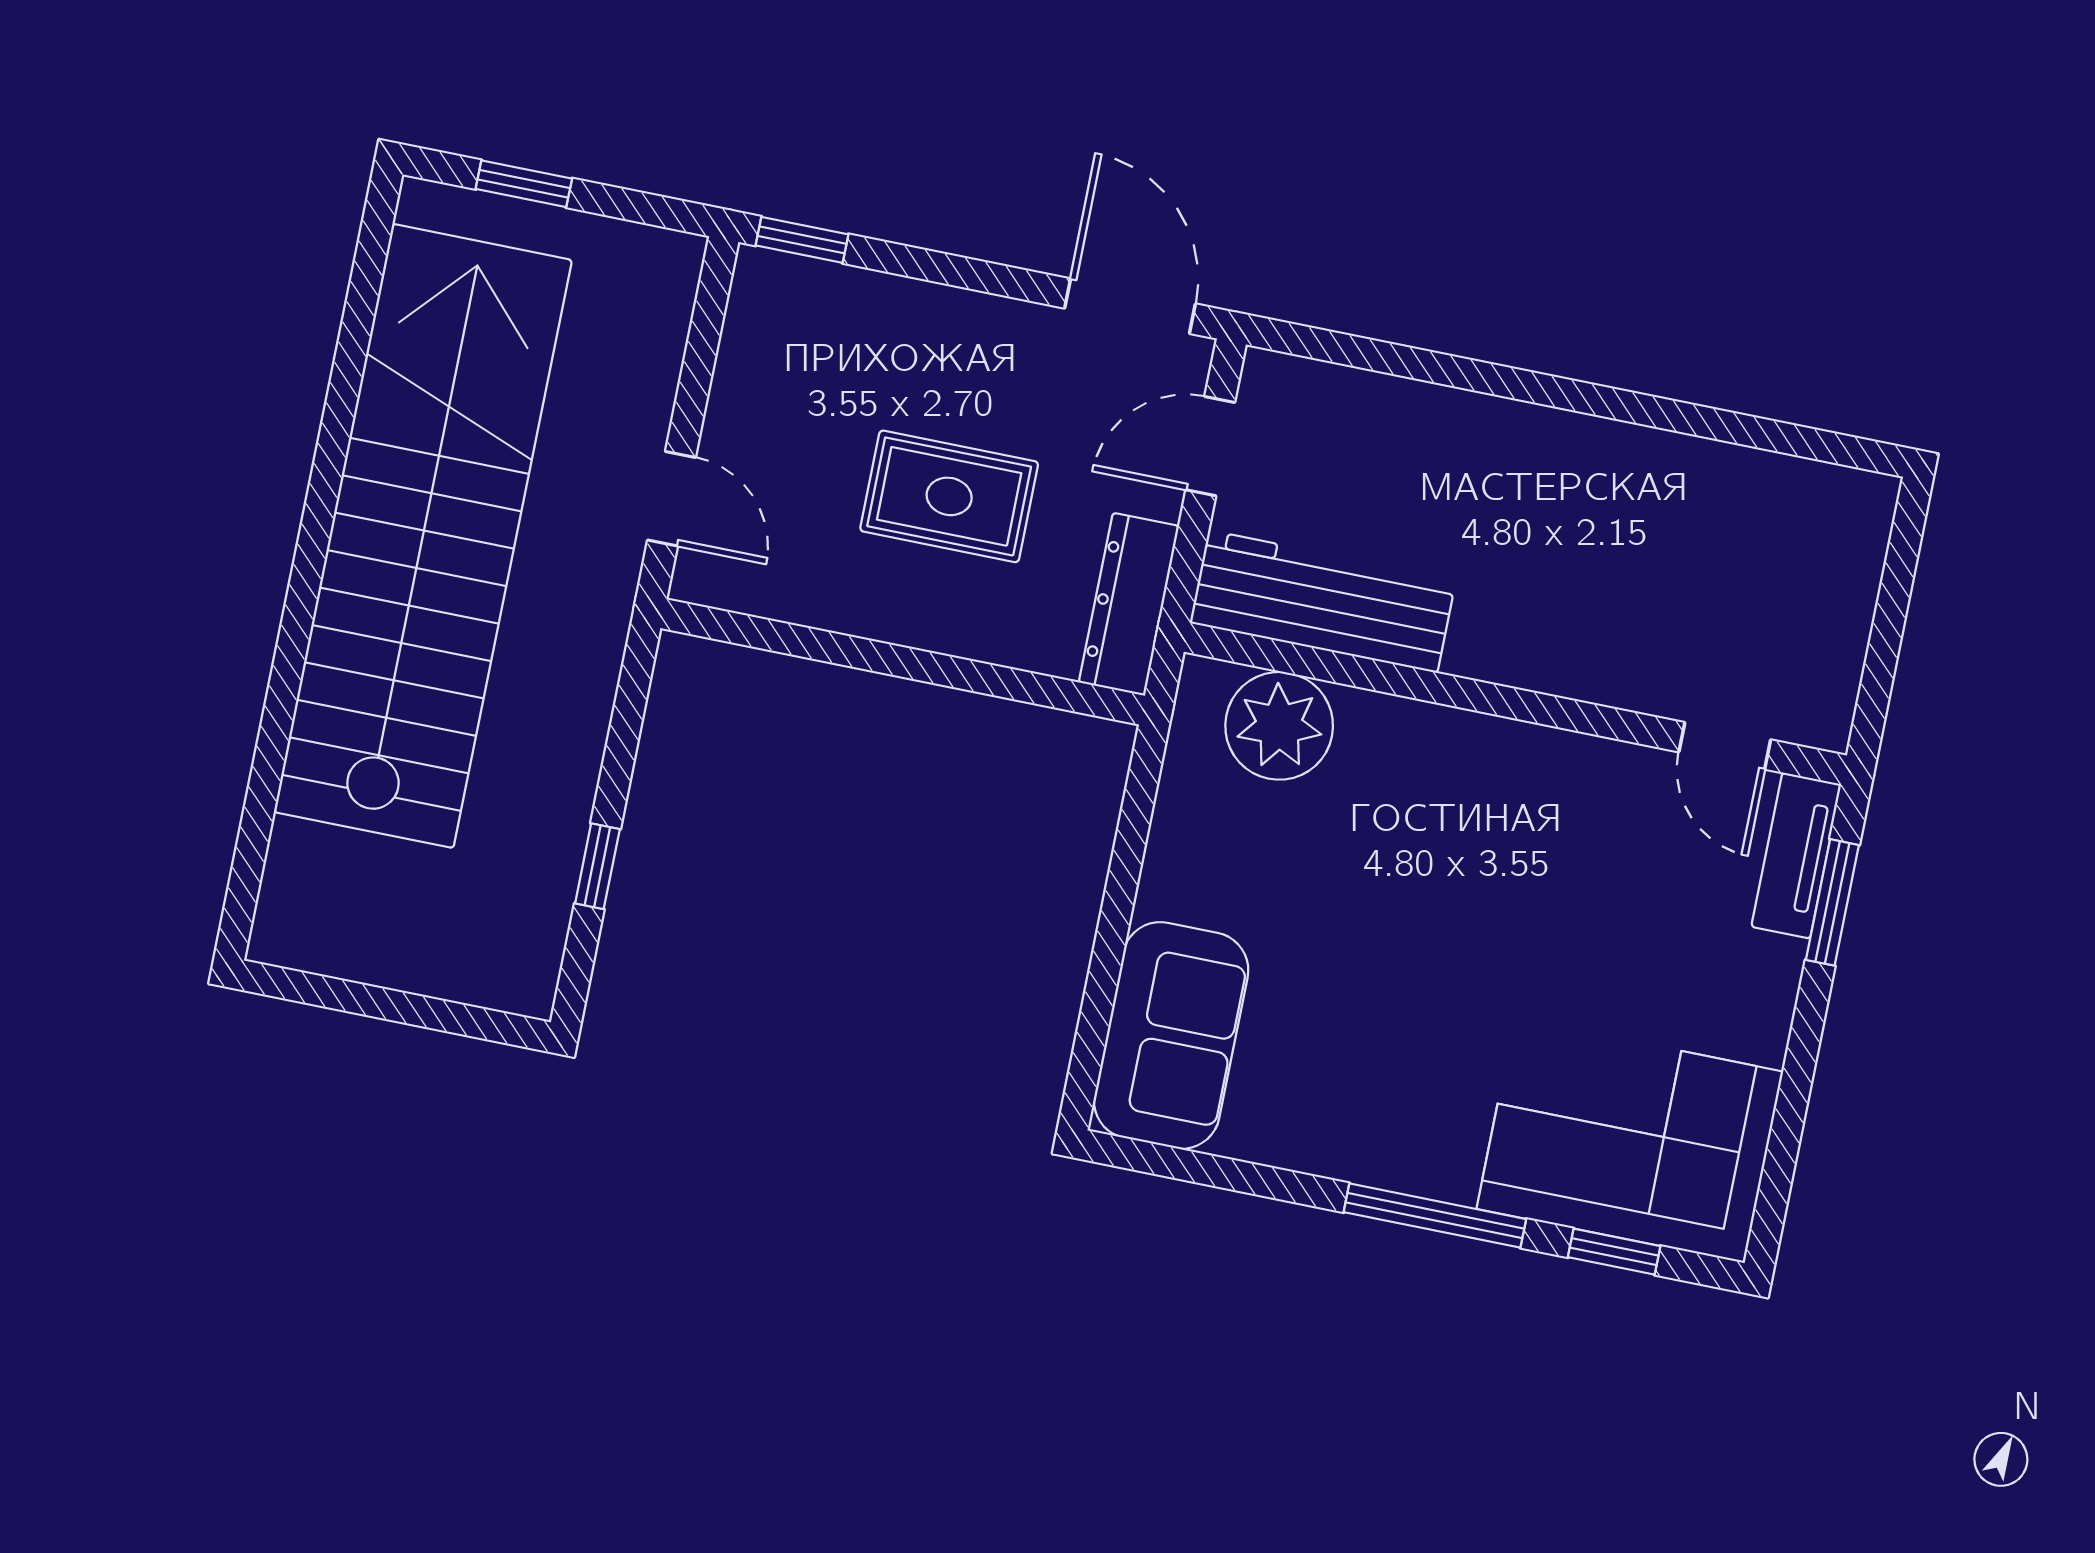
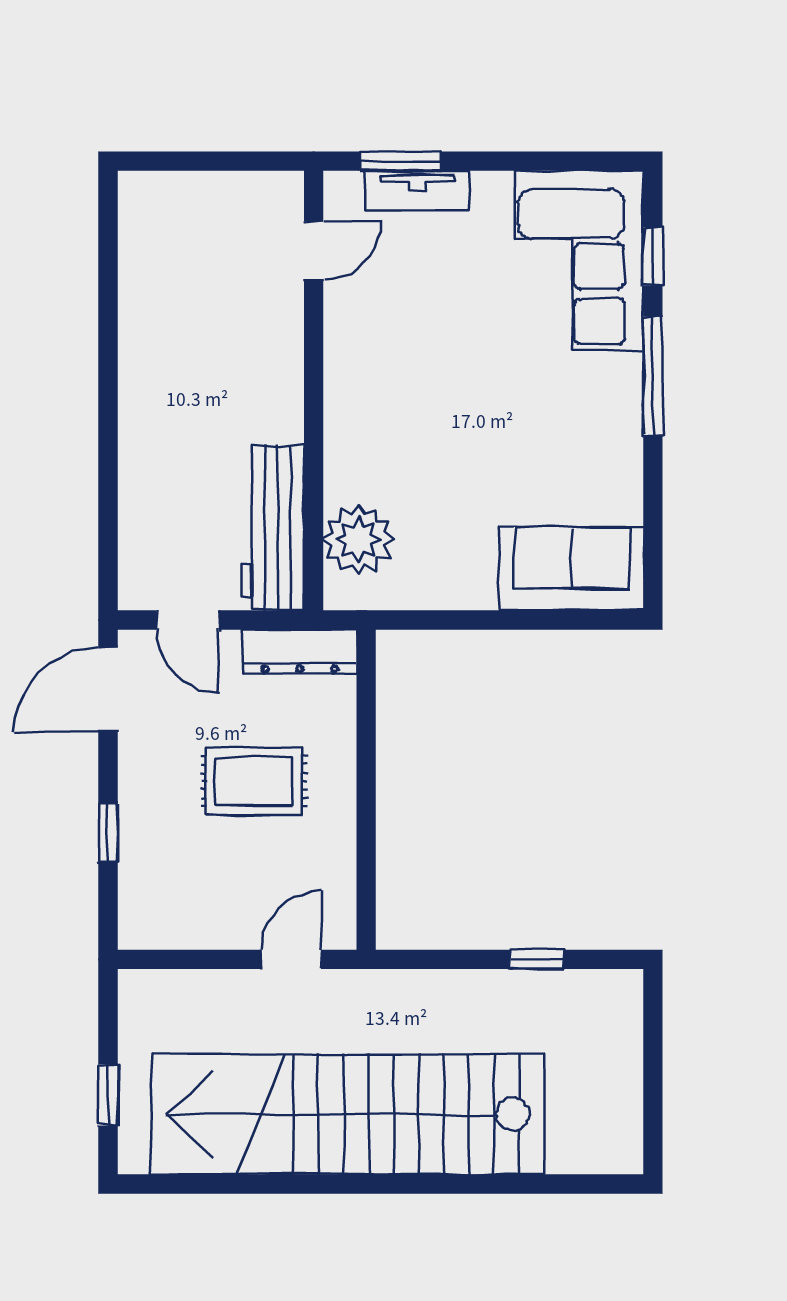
window: (802, 240) -> (108, 833), moved
rug: (949, 496) -> (254, 781), turned 90
tv unit: (1796, 856) -> (417, 190), moved

